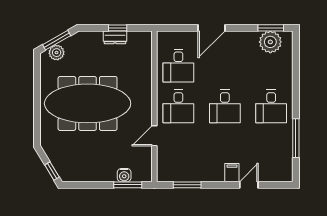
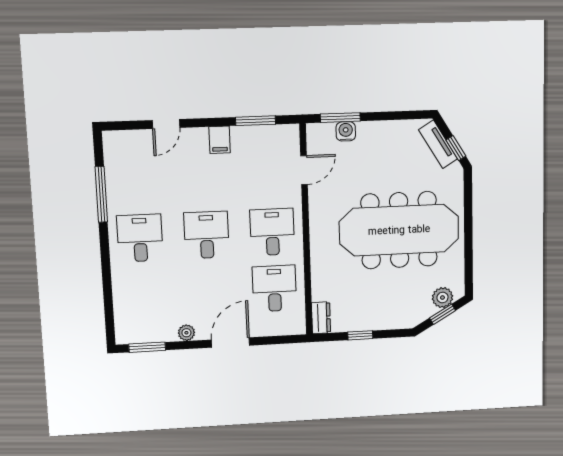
dresser: (115, 37) -> (321, 318), moved, turned 90
window: (57, 40) -> (443, 314), width x0.67
plant: (270, 42) -> (186, 333), moved, width x0.53, depth x0.53
door: (154, 136) -> (304, 170), moved
tv unit: (58, 164) -> (438, 144), added
window: (52, 171) -> (456, 148), moved
filing cabinet: (232, 173) -> (220, 140), moved

